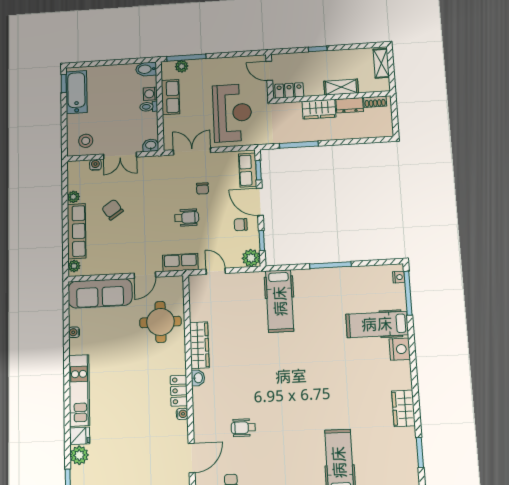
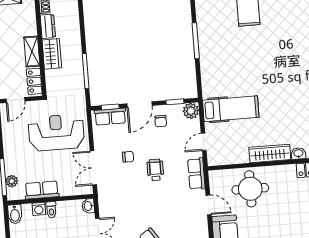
shelving: (341, 87) -> (32, 52), moved
hospital bed: (280, 301) -> (231, 109), moved

